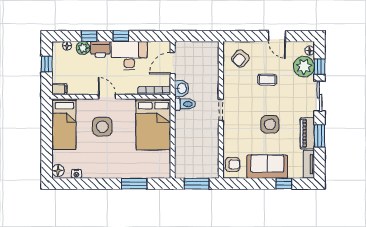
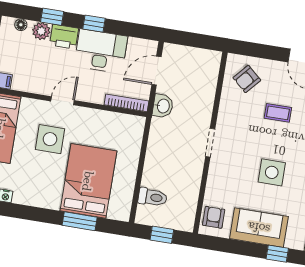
door: (107, 97) -> (63, 101), hinge flipped
toilet: (185, 104) -> (153, 197), moved
bed: (153, 124) -> (88, 181), moved, turned 180
armchair: (232, 164) -> (214, 217), turned -90
window: (197, 184) -> (162, 235), width x0.67

